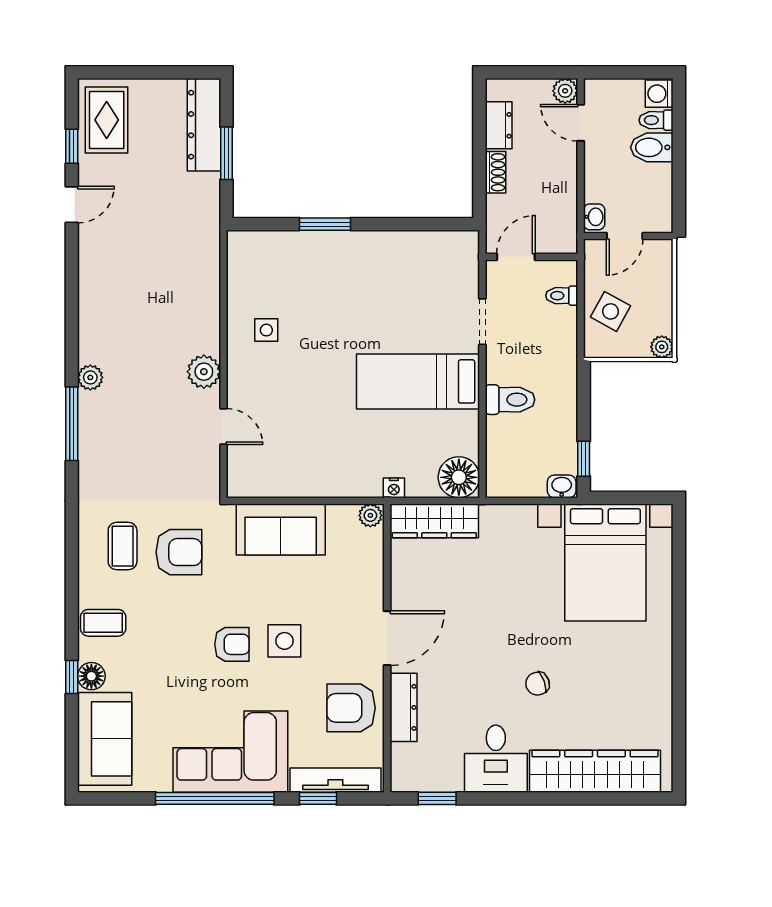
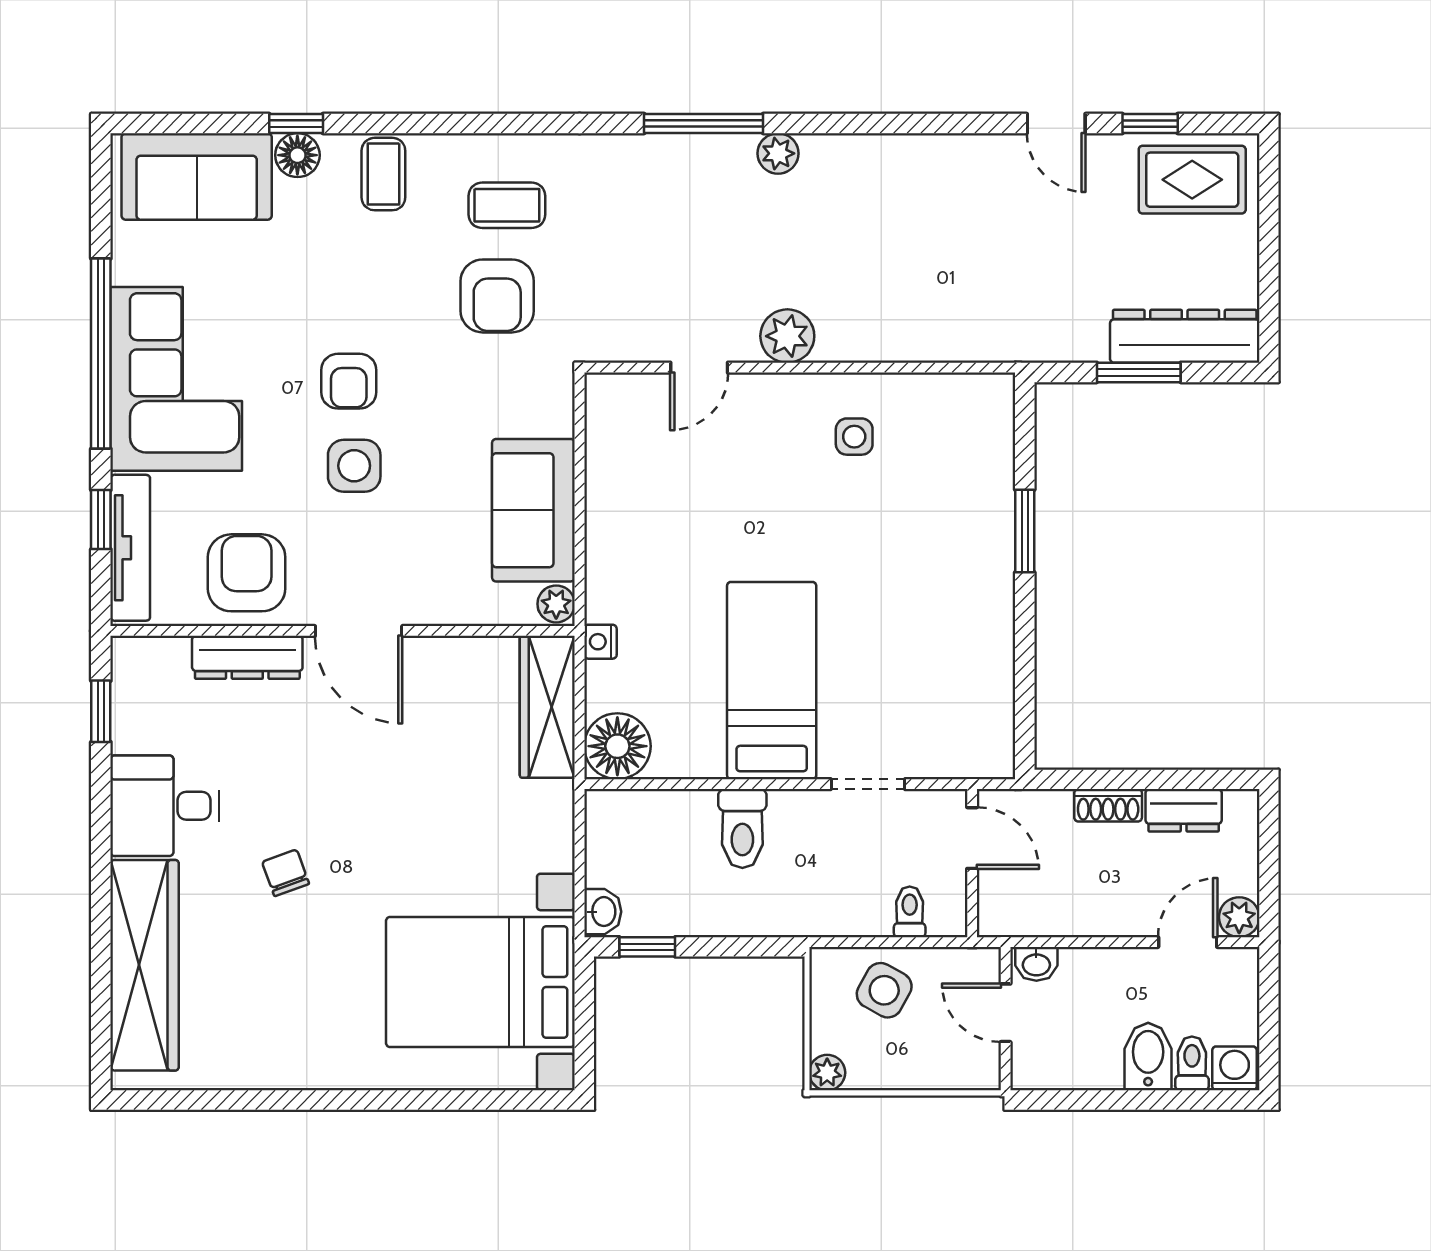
sofa: (281, 529) -> (533, 510), moved

